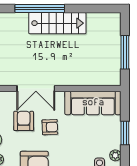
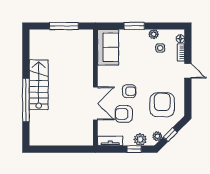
sofa: (93, 103) -> (108, 47), width x0.73
armchair: (50, 127) -> (129, 91), turned 92

